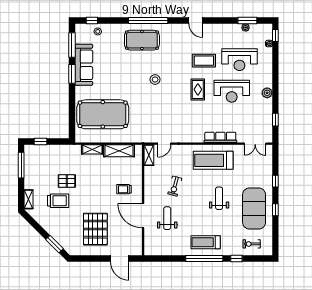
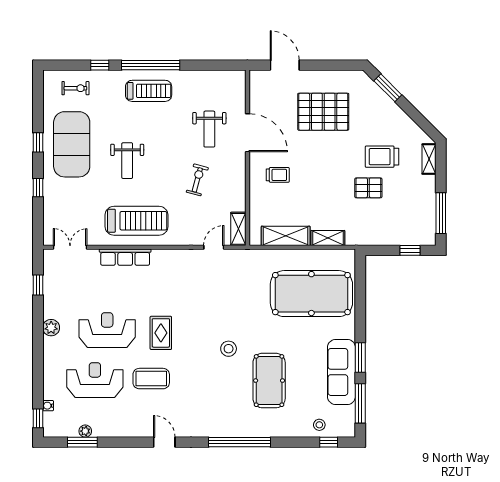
pool table: (142, 40) -> (269, 381), moved, turned 90
pallet: (95, 229) -> (323, 112), turned 90

